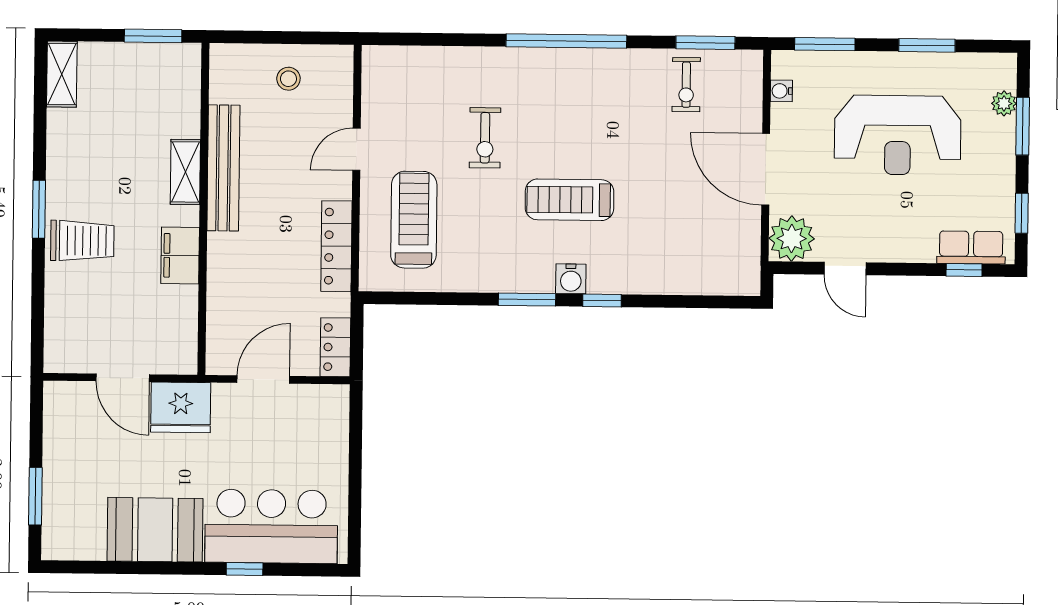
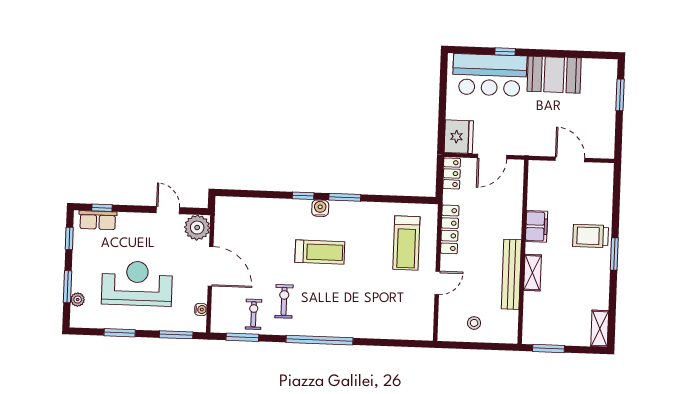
exercise bike: (485, 138) -> (284, 301), moved
fridge: (181, 407) -> (459, 137), moved, turned 90

